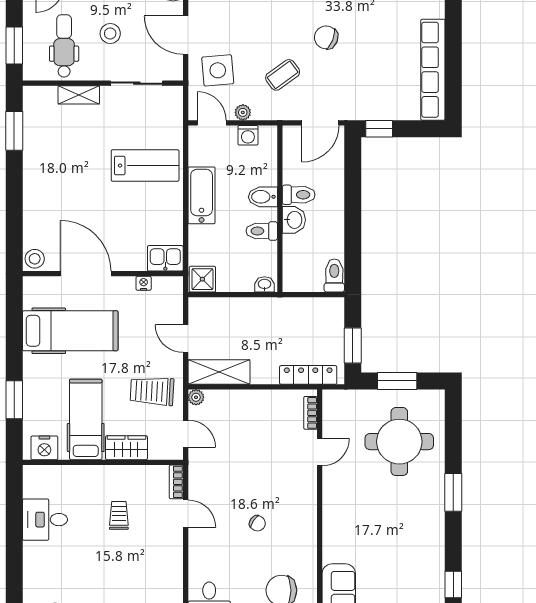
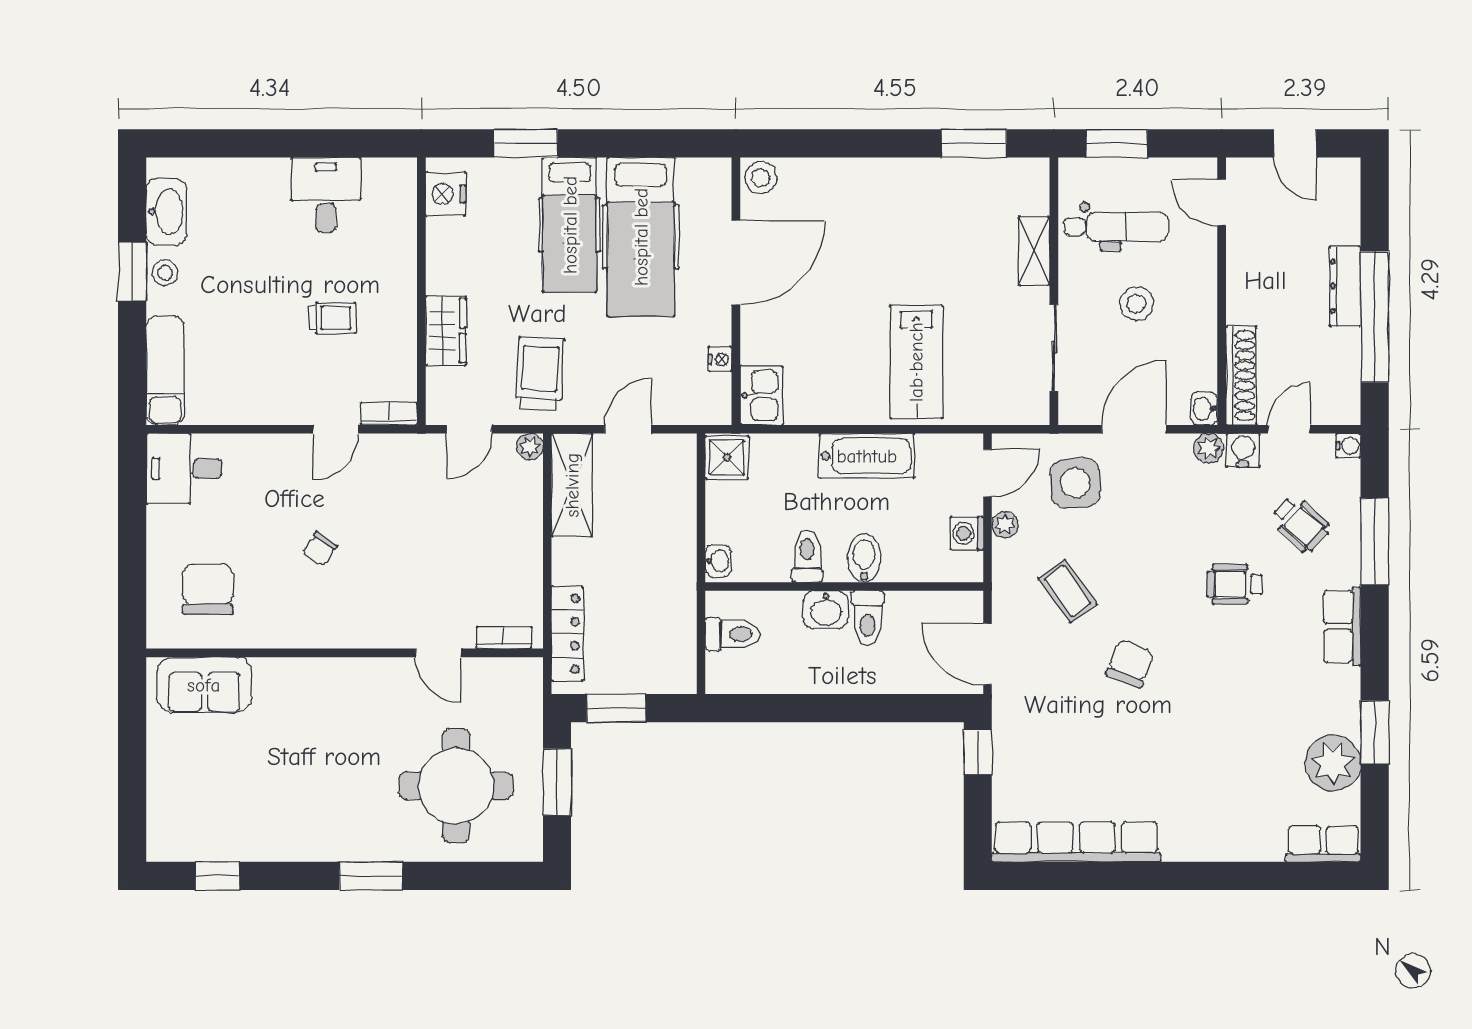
toilet: (334, 276) -> (733, 634), moved
hospital bed: (86, 419) -> (570, 225), moved, turned 90

